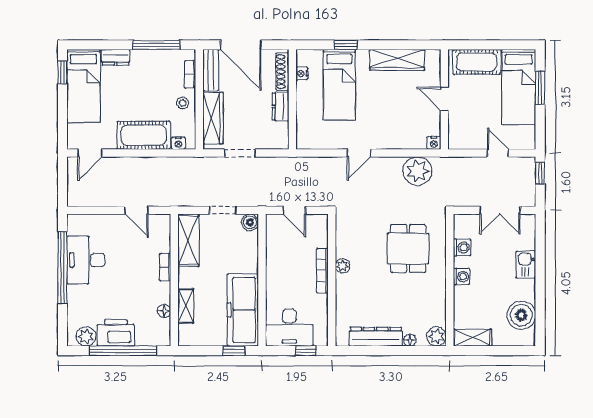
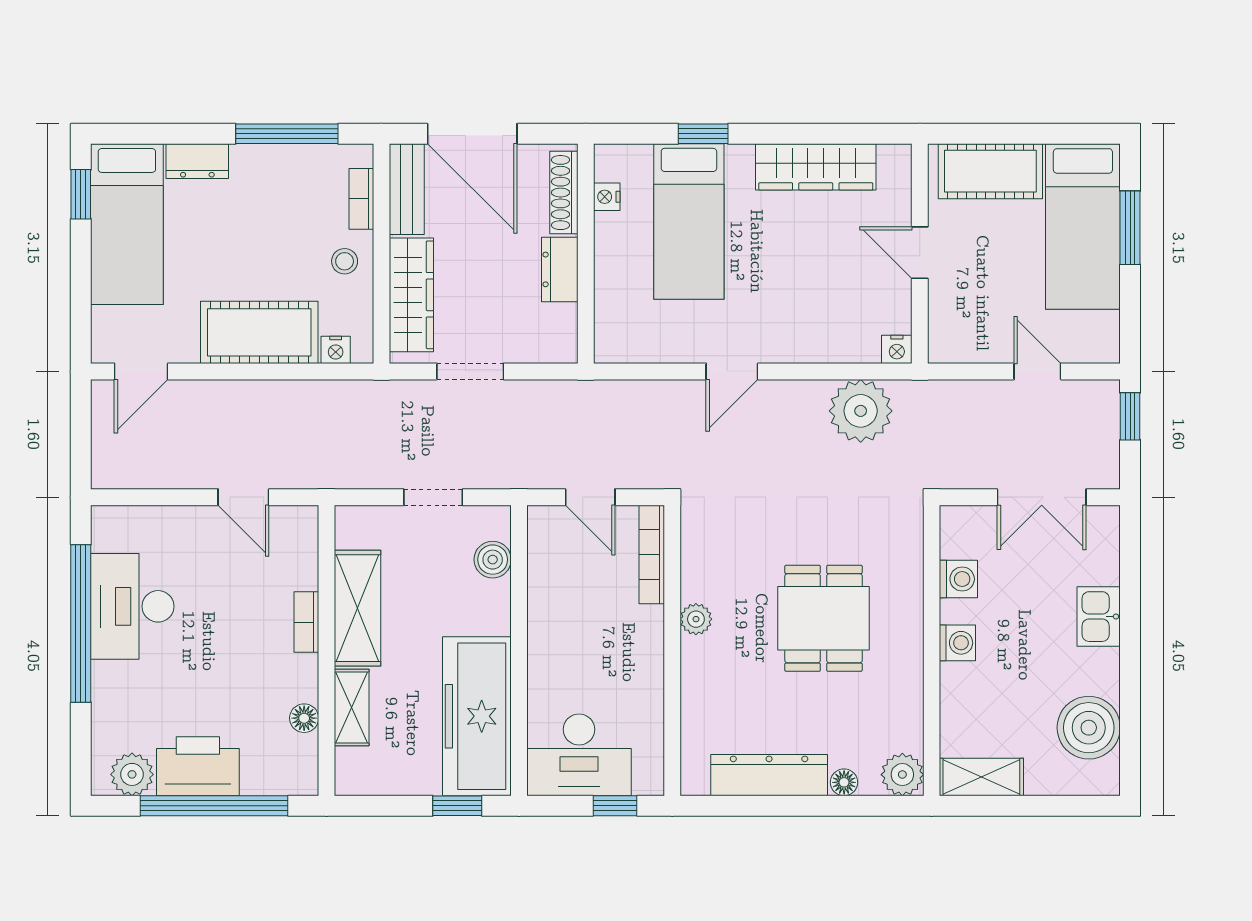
boiler: (250, 222) -> (493, 560), moved
shelving: (188, 240) -> (357, 608), moved
dining table: (408, 248) -> (824, 618), moved
bookcase: (322, 271) -> (652, 554), moved

